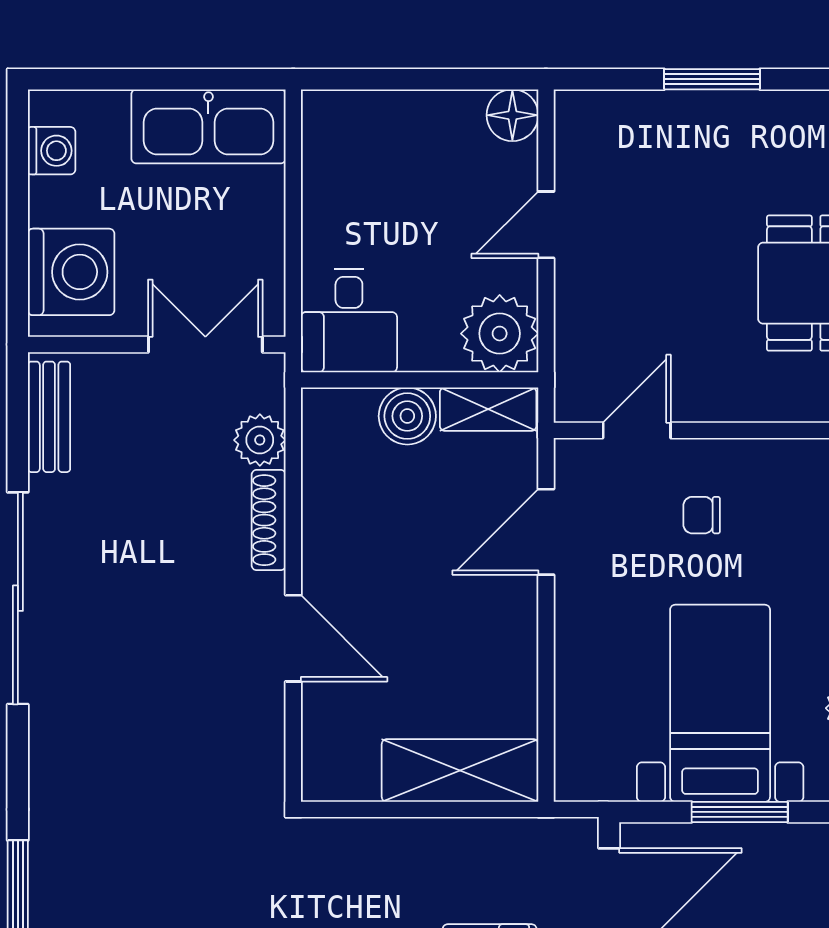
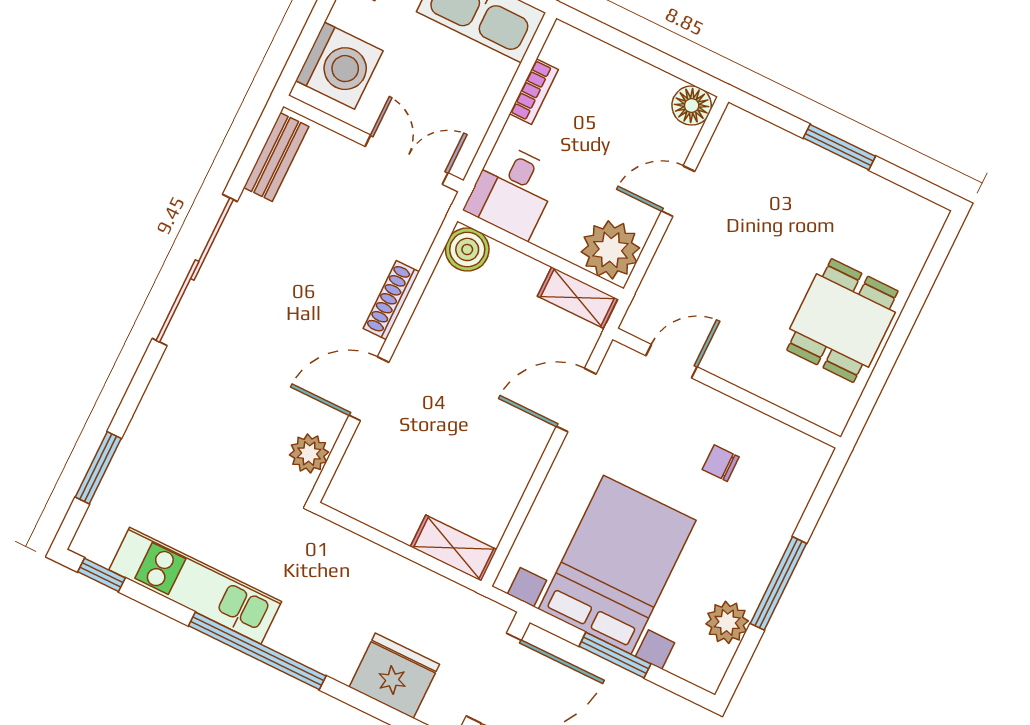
bookcase: (317, 190) -> (534, 92), added
boiler: (407, 416) -> (467, 249), moved
plant: (260, 440) -> (309, 453), moved
chair: (702, 515) -> (721, 463), moved
door: (293, 638) -> (369, 389), swing flipped
bed with nightstands: (720, 703) -> (617, 565), width x1.36
shelving: (460, 771) -> (454, 548), width x0.67, depth x0.75

